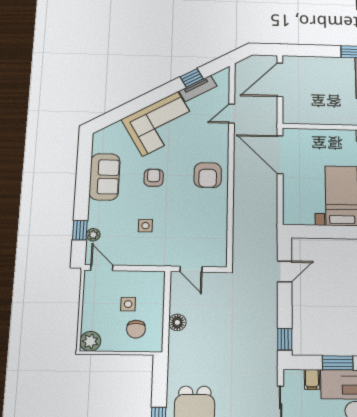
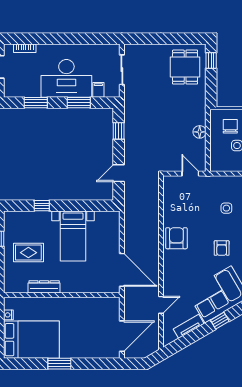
window: (192, 78) -> (220, 321), moved
armchair: (208, 175) -> (176, 238), moved
window: (285, 339) -> (119, 131), moved

